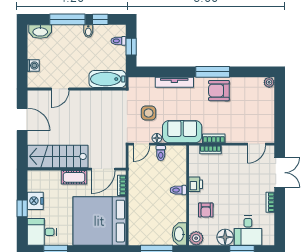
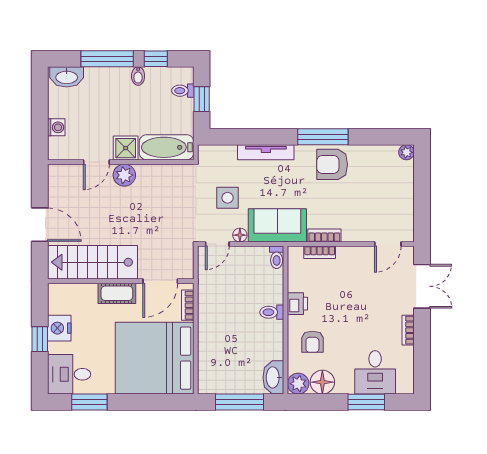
shower: (80, 79) -> (126, 148), added
plant: (79, 98) -> (124, 175), added
door: (22, 119) -> (40, 225), moved
toilet: (161, 153) -> (277, 257), moved
floor lamp: (225, 237) -> (322, 382), moved

